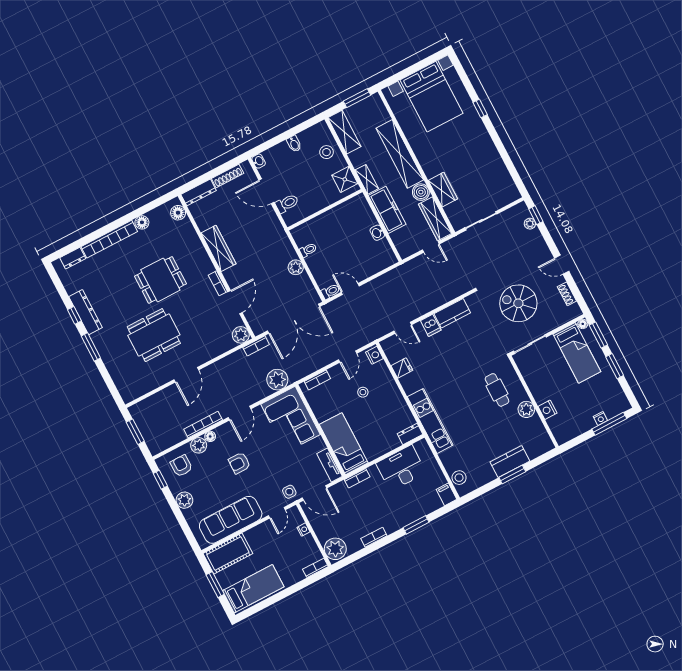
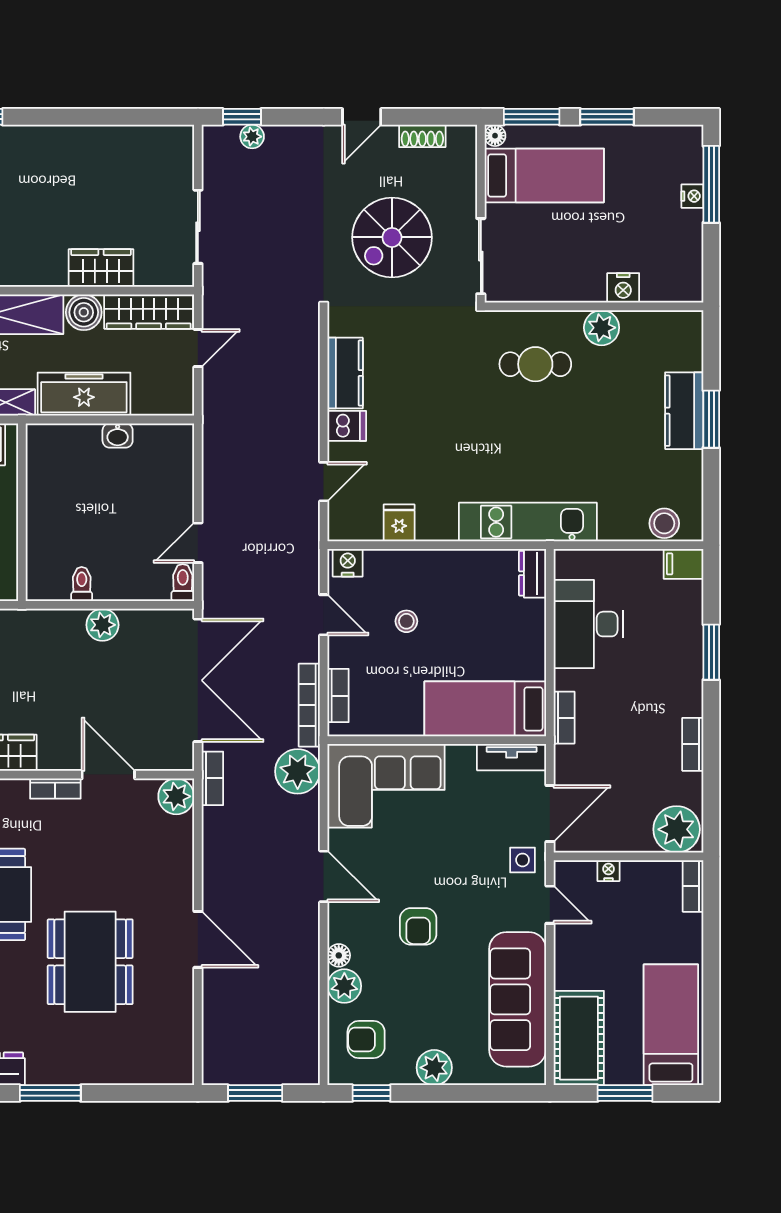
bookcase: (203, 425) -> (309, 705), moved

